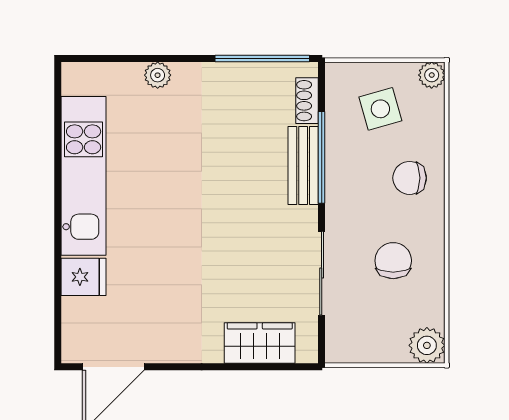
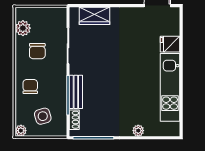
chair: (410, 178) -> (30, 87), turned -90
plant: (427, 345) -> (23, 28), moved

